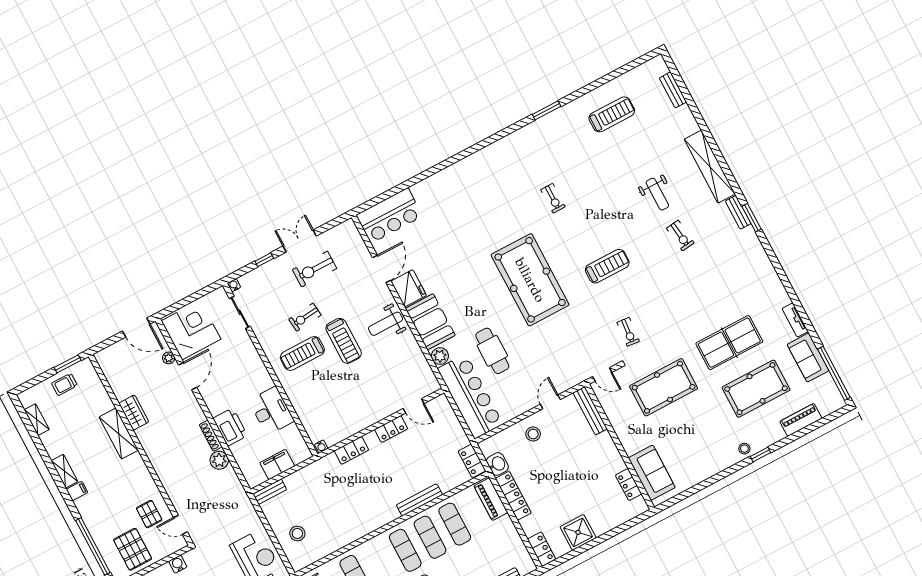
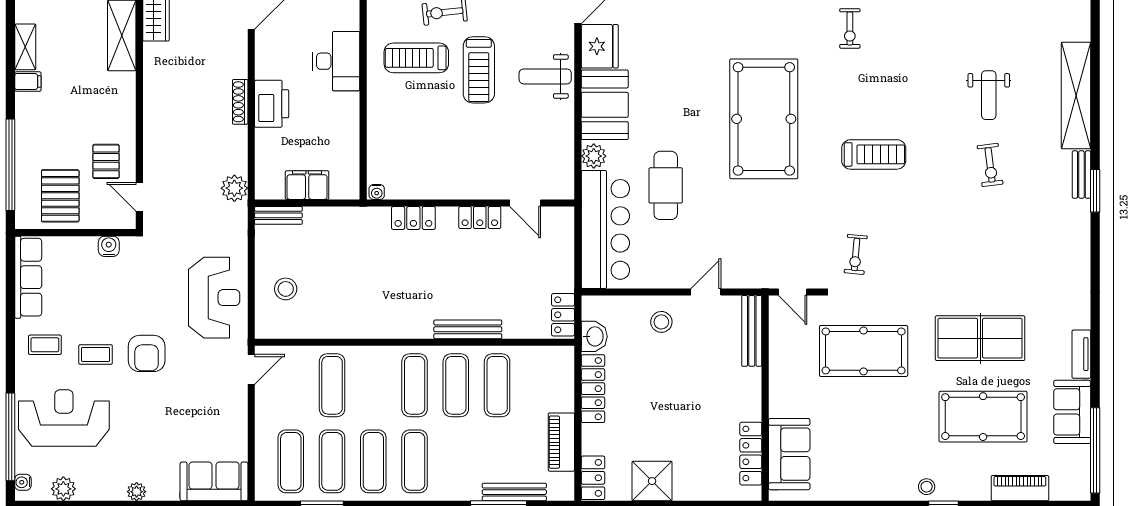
desk: (271, 411) -> (336, 61), moved
plant: (219, 460) -> (234, 188), moved
locker: (629, 485) -> (751, 454), width x1.53
piano: (491, 499) -> (561, 442), moved

